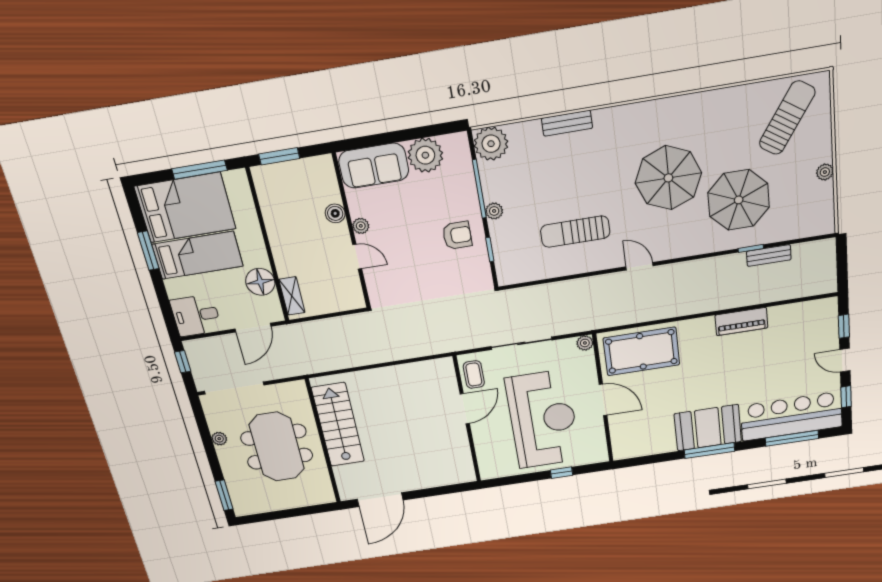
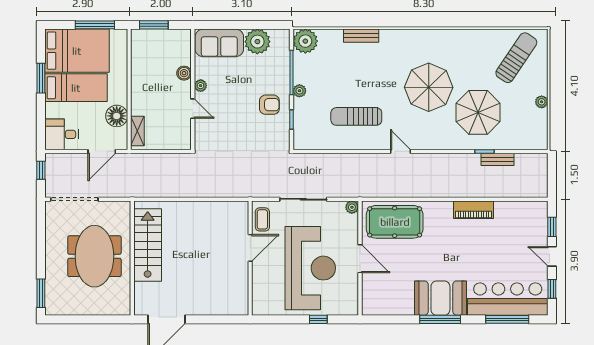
plant: (219, 439) -> (51, 241), removed

